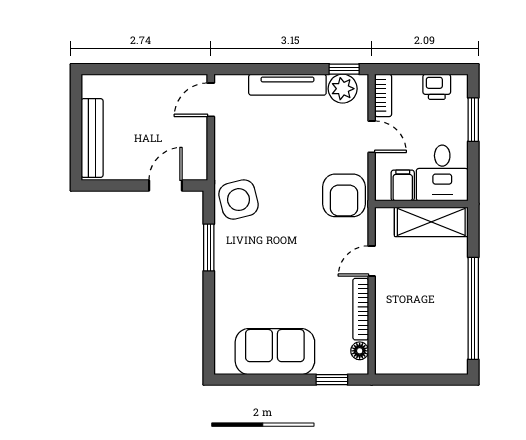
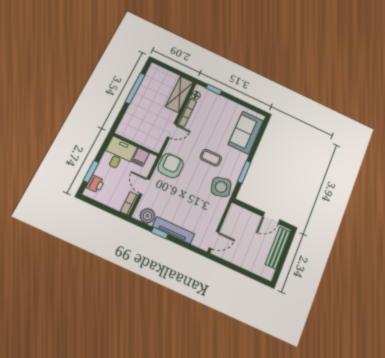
window: (344, 69) -> (160, 233), moved
printer: (437, 87) -> (95, 184), moved, turned 90
door: (165, 186) -> (271, 218), moved
shelving: (431, 222) -> (180, 94), moved, turned 90
coffee table: (280, 245) -> (211, 158), added
window: (473, 308) -> (135, 88), width x0.68
sofa: (275, 352) -> (246, 133), moved, turned 90

